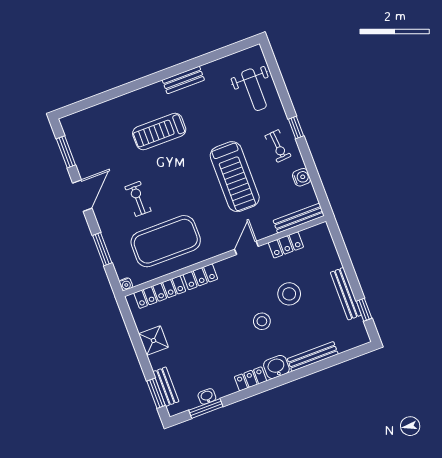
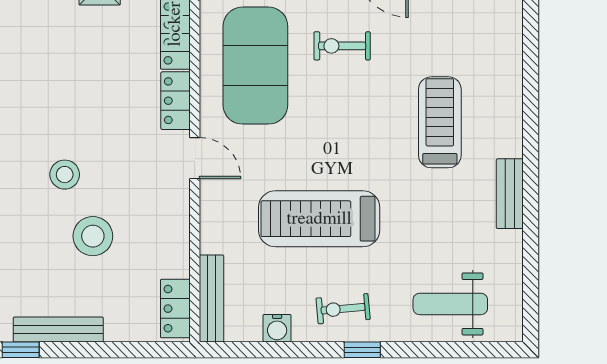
exercise bike: (138, 199) -> (342, 46), turned 180
locker: (286, 245) -> (175, 309), moved
door: (246, 248) -> (195, 158), moved

